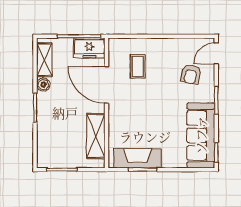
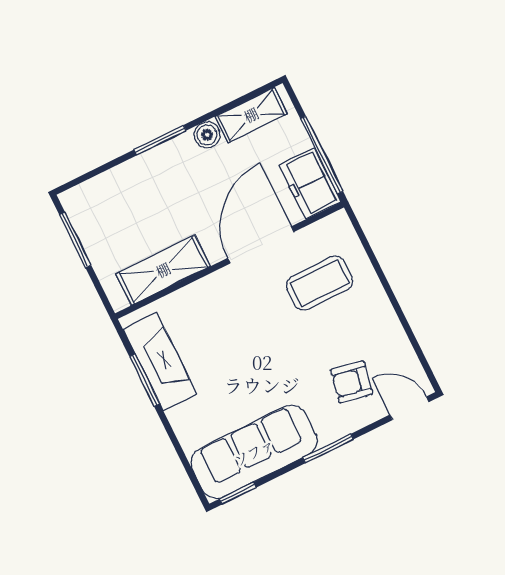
coffee table: (138, 66) -> (320, 283), width x1.36, depth x1.30

